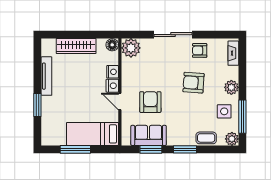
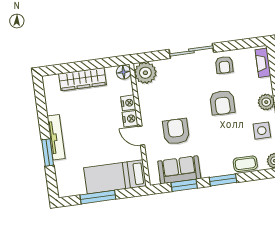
armchair: (200, 50) -> (224, 65), turned -89
tv unit: (46, 76) -> (56, 137), moved
armchair: (194, 83) -> (222, 103), turned -94

